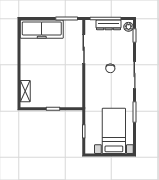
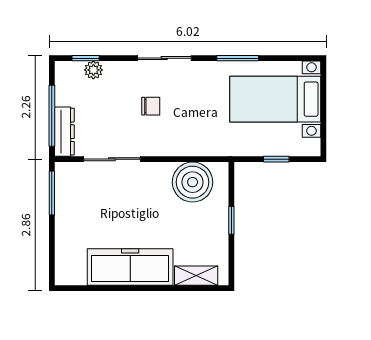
dresser: (109, 25) -> (64, 132), moved
plant: (129, 27) -> (93, 70), moved
freezer: (42, 29) -> (130, 267), moved, turned -90
boiler: (72, 89) -> (193, 182), added

